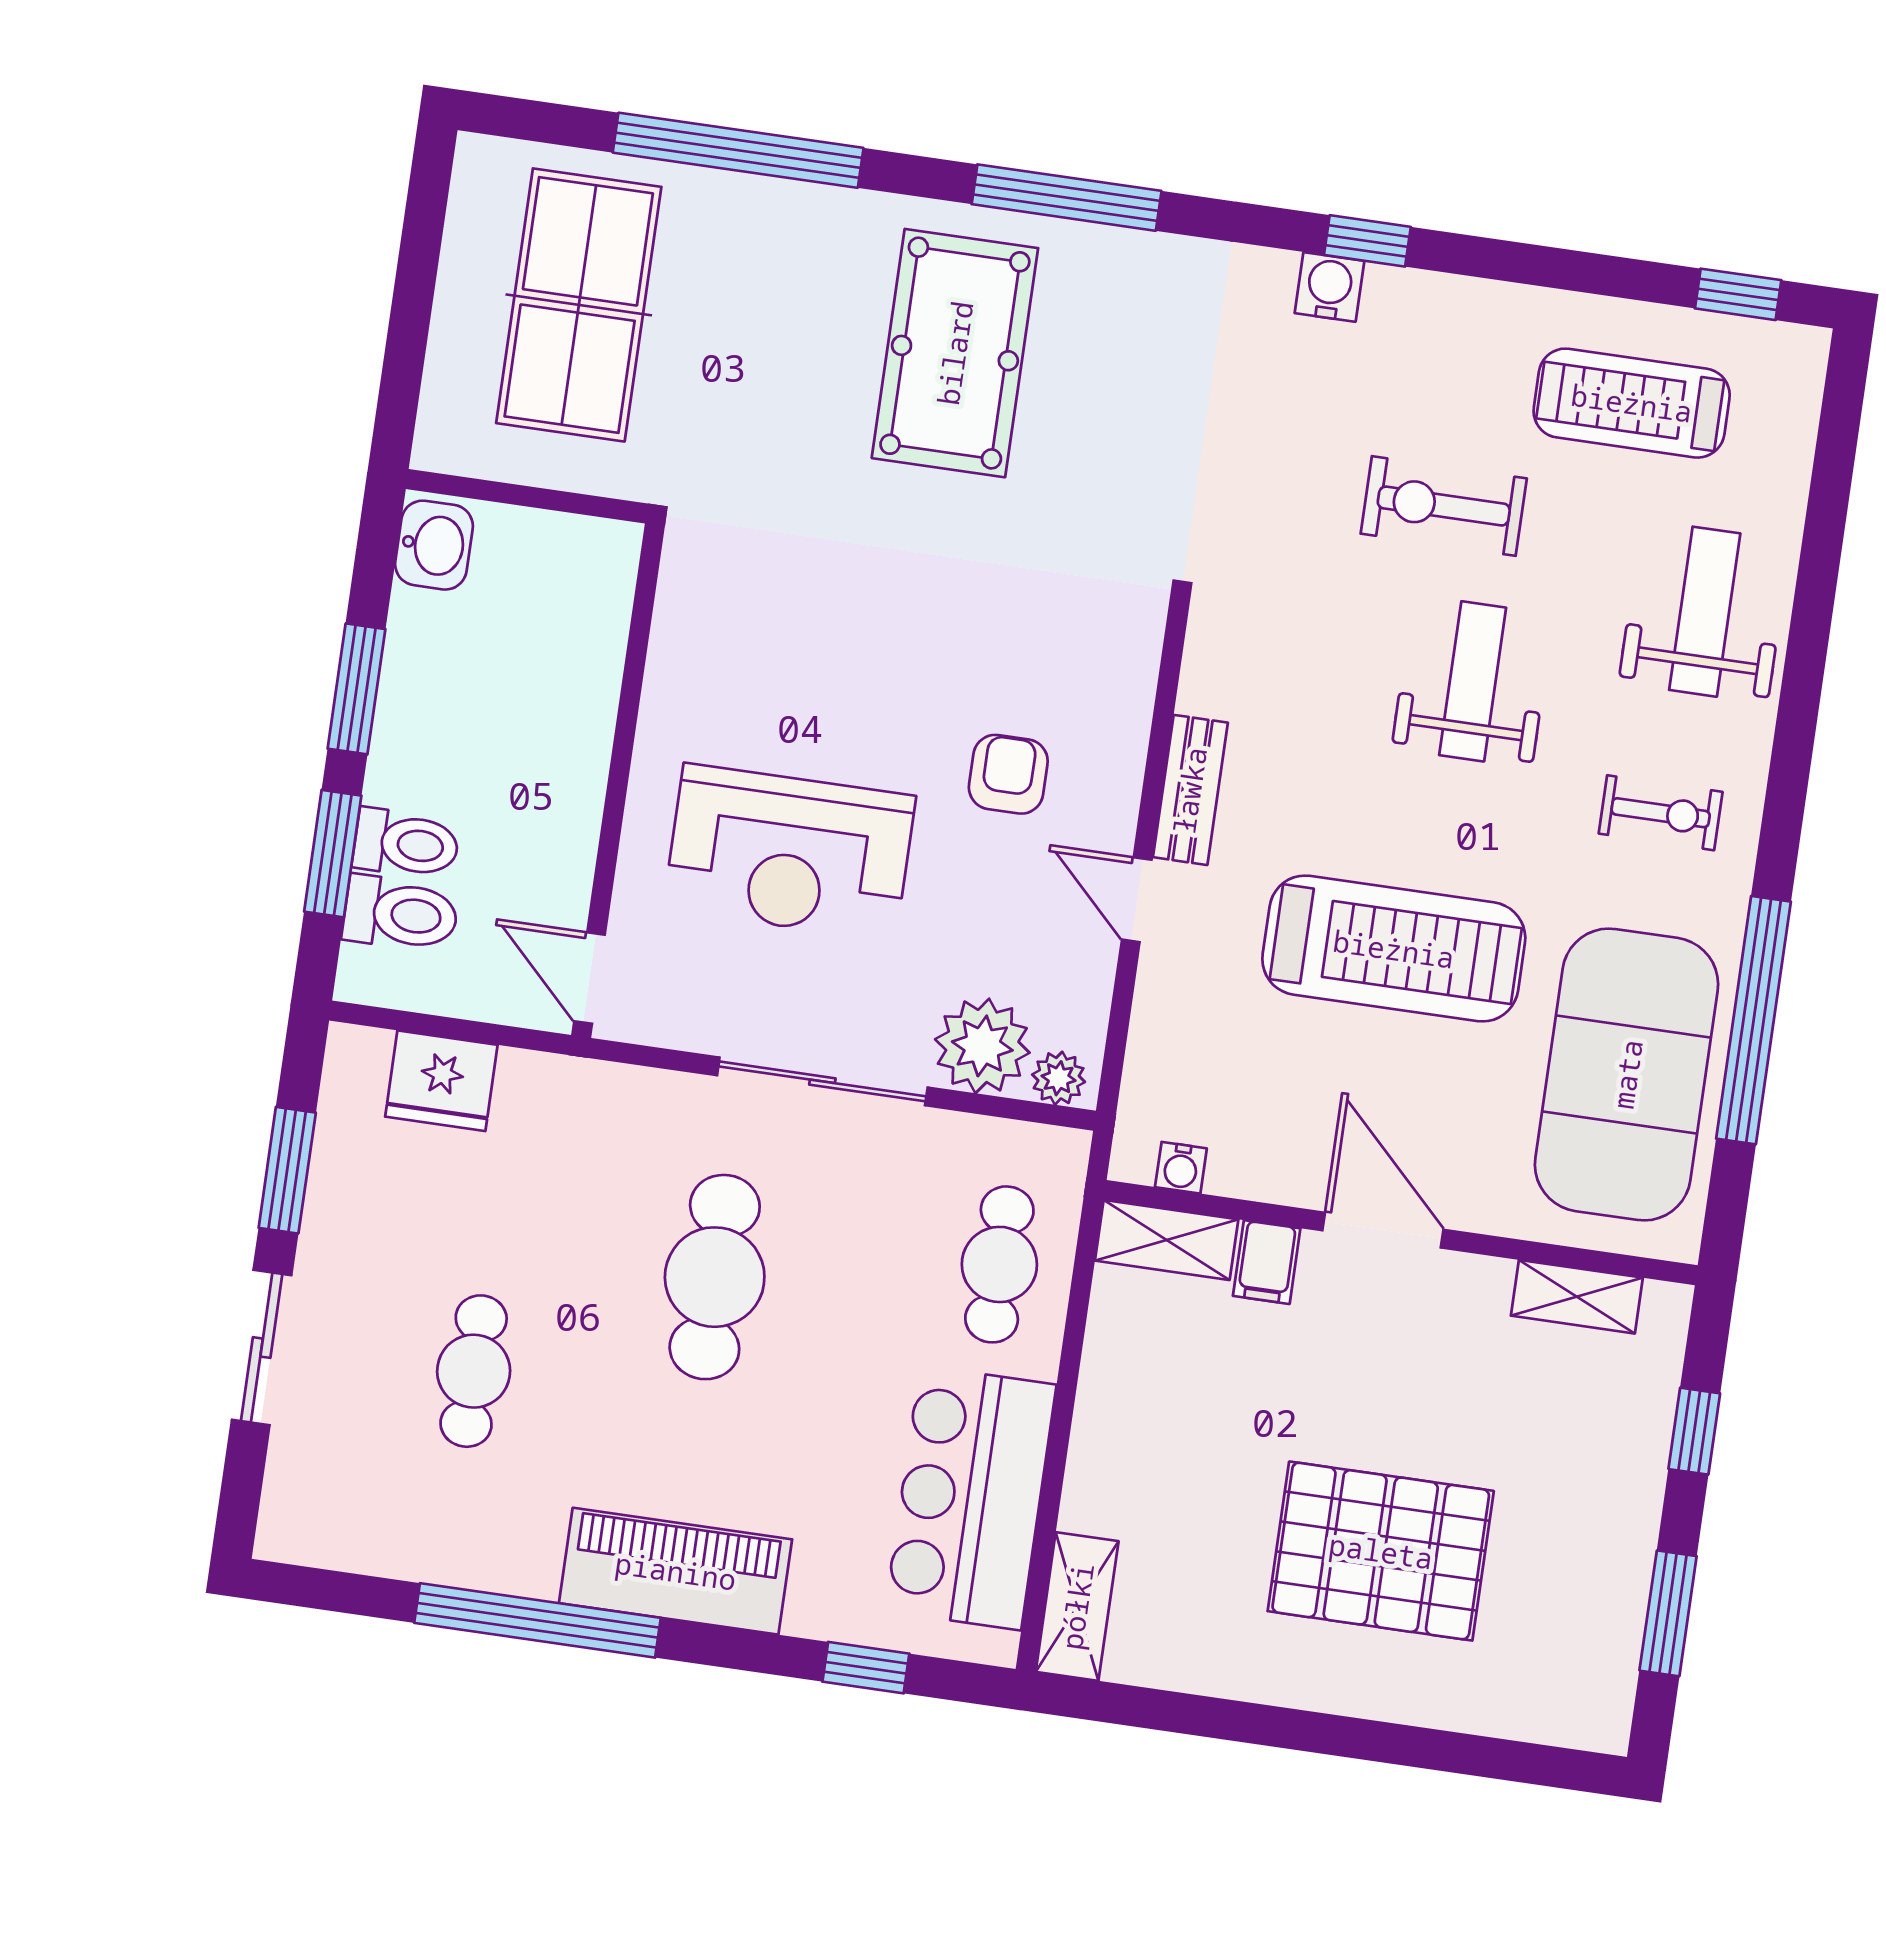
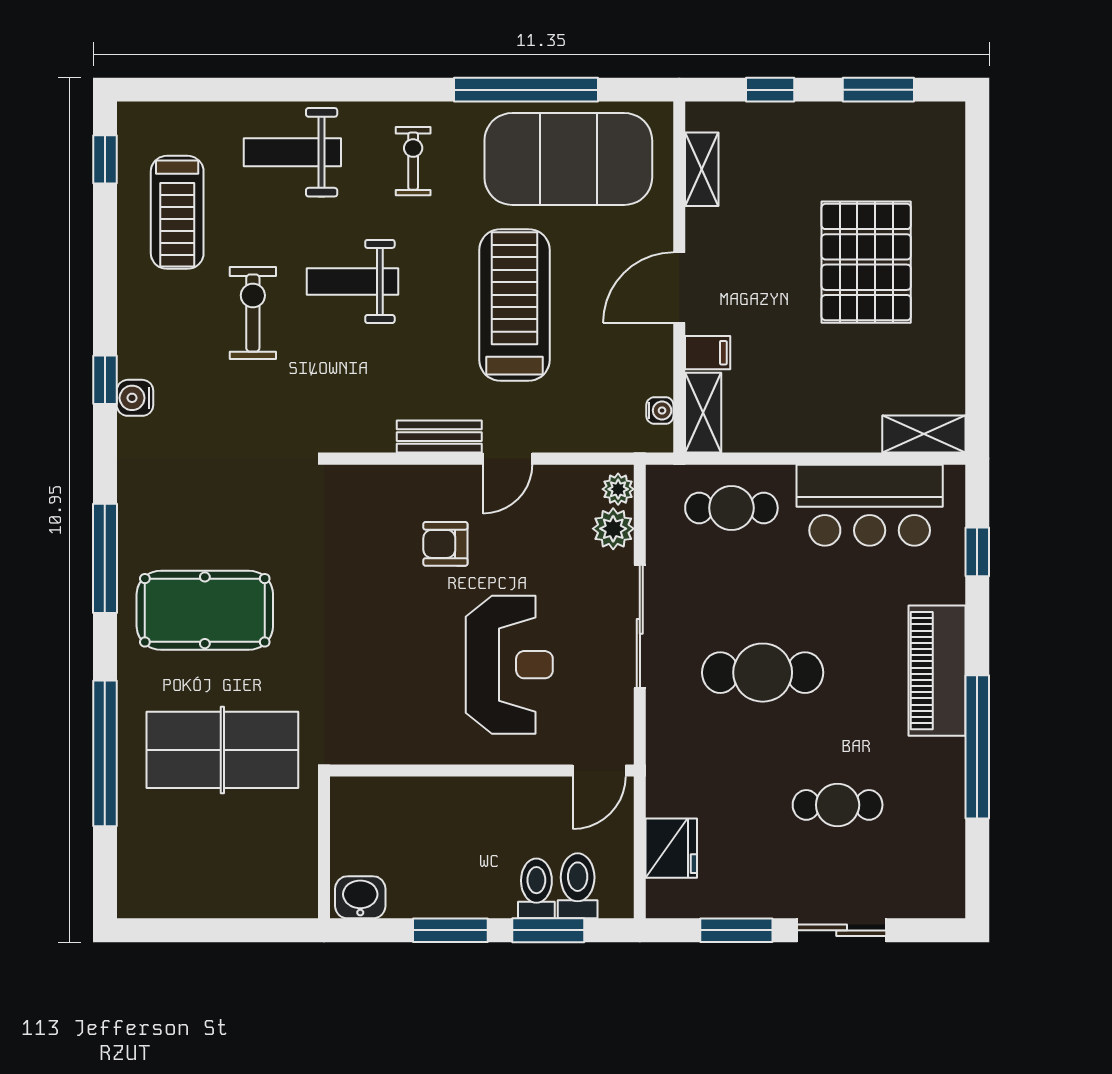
table tennis table: (579, 305) -> (222, 750), moved
exercise bike: (1444, 506) -> (253, 313), turned 180
plant: (982, 1046) -> (613, 529), width x0.73, depth x0.73

